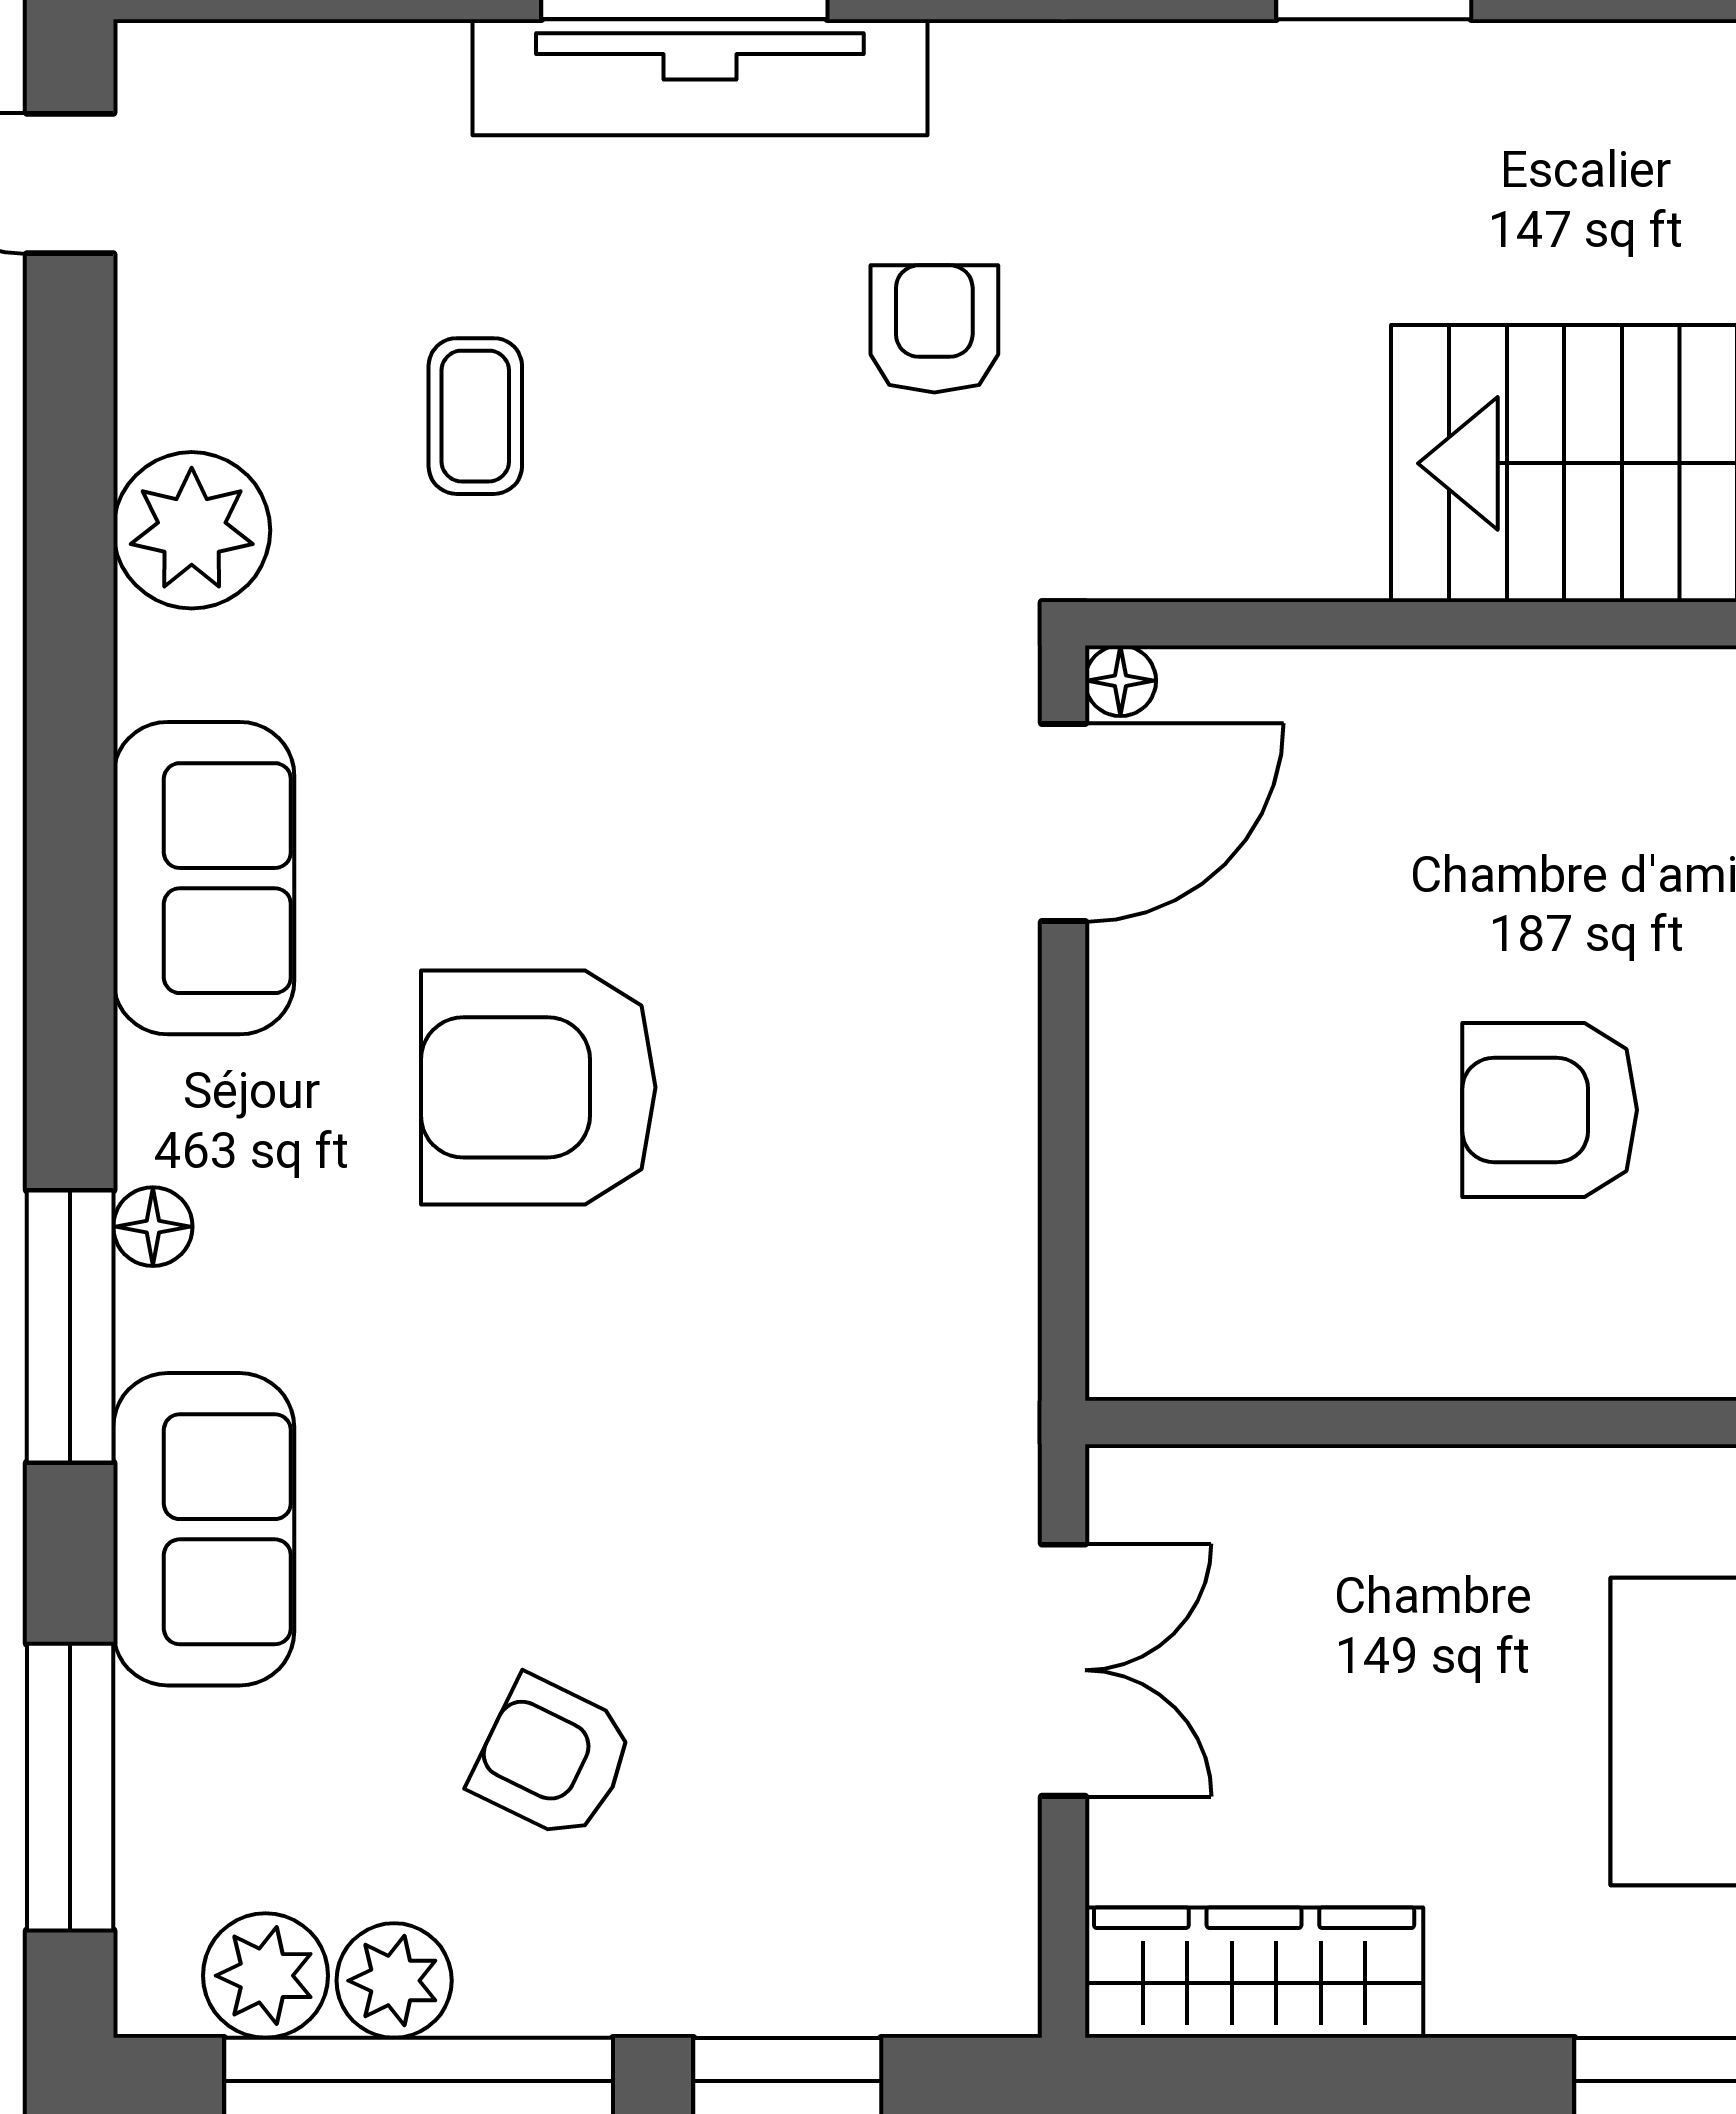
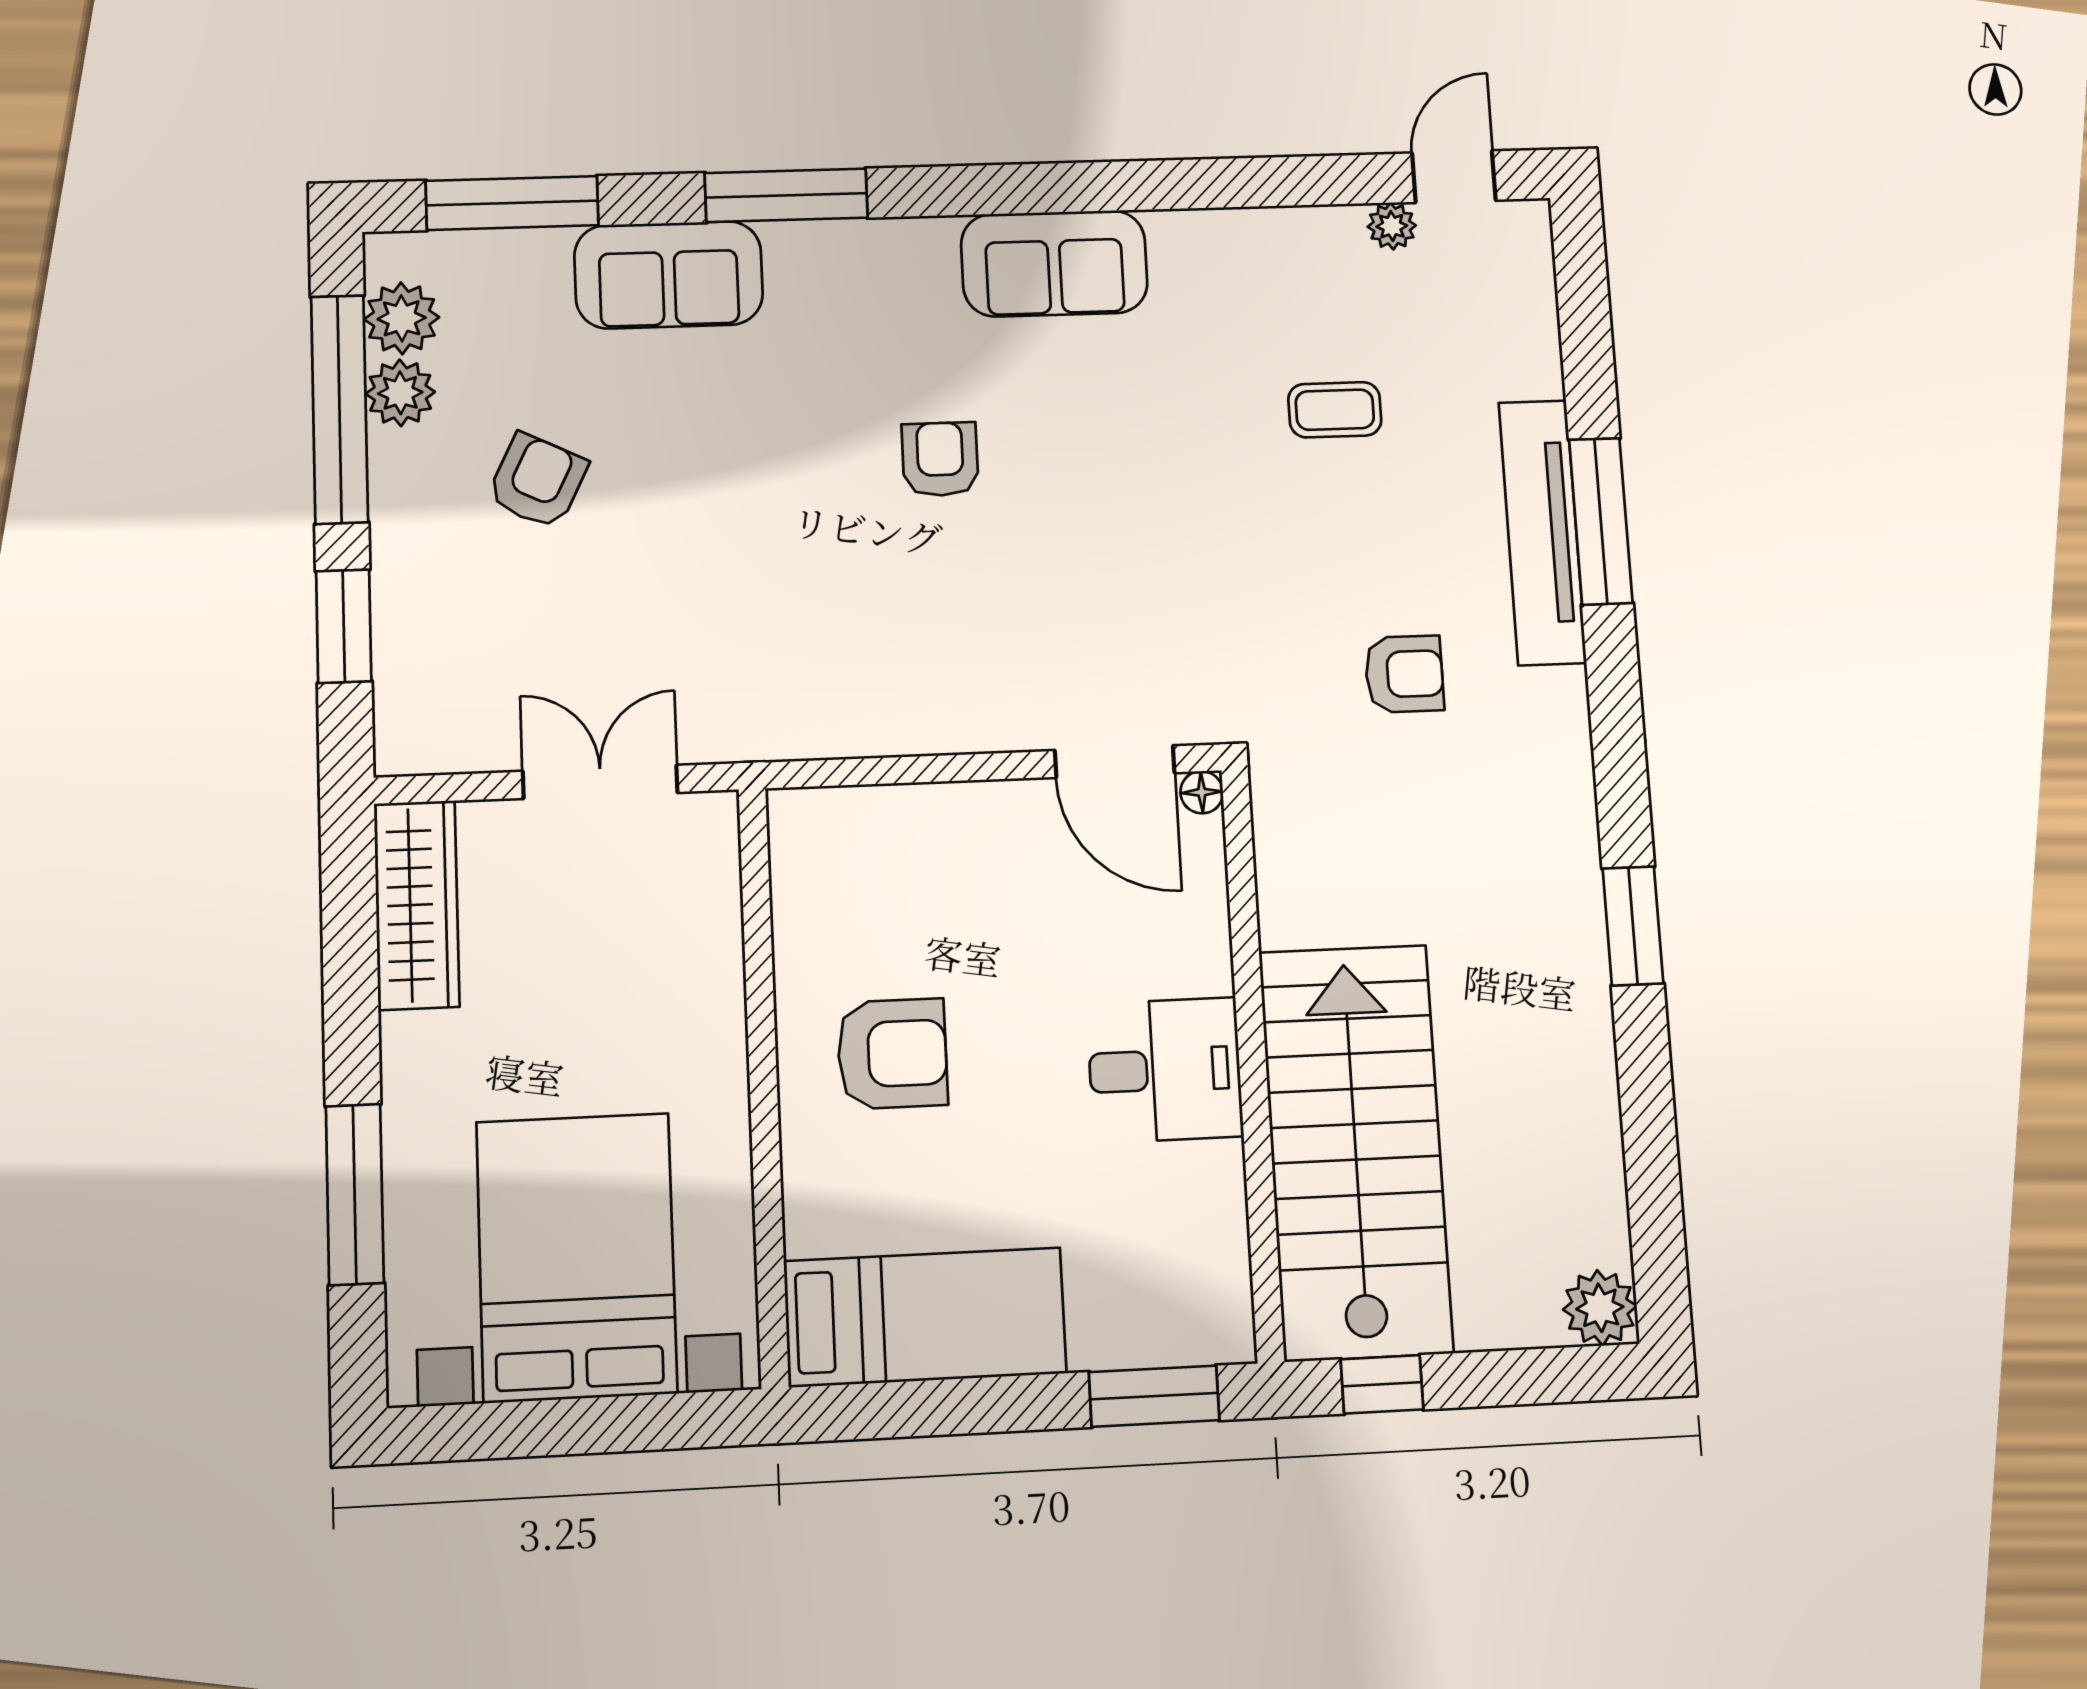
plant: (192, 530) -> (1392, 226), moved, width x0.53, depth x0.53
desk: (1577, 768) -> (1165, 1070), added
armchair: (538, 1087) -> (940, 459), width x0.53, depth x0.53
armchair: (1550, 1110) -> (892, 1054), moved, turned 90
floor lamp: (153, 1227) -> (847, 241), removed
double door: (1063, 1670) -> (600, 782), swing flipped

